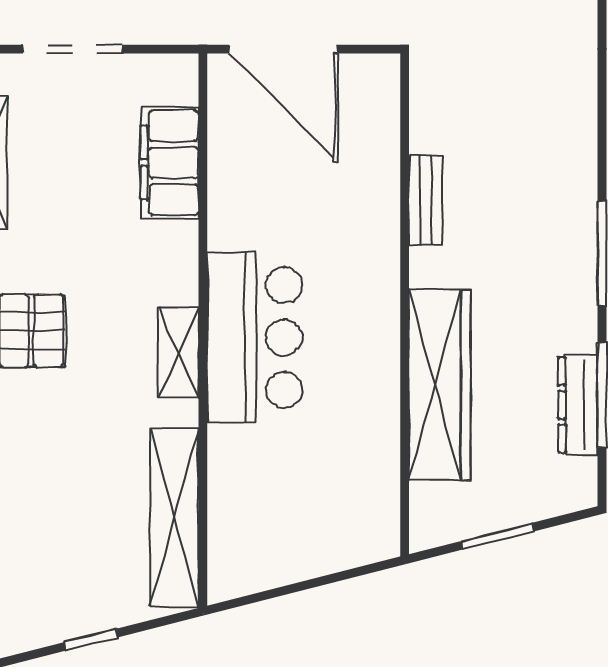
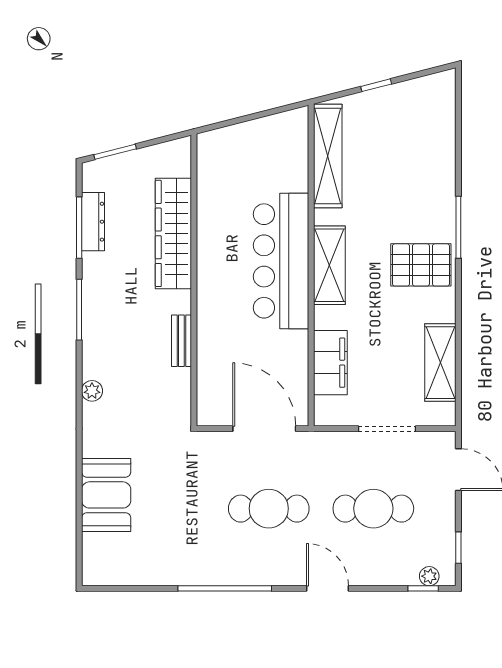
plant: (580, 114) -> (92, 391), added
bar counter: (255, 337) -> (281, 261), width x1.36
shelving: (178, 353) -> (329, 265), width x1.50, depth x1.33
window: (497, 536) -> (115, 152), moved

